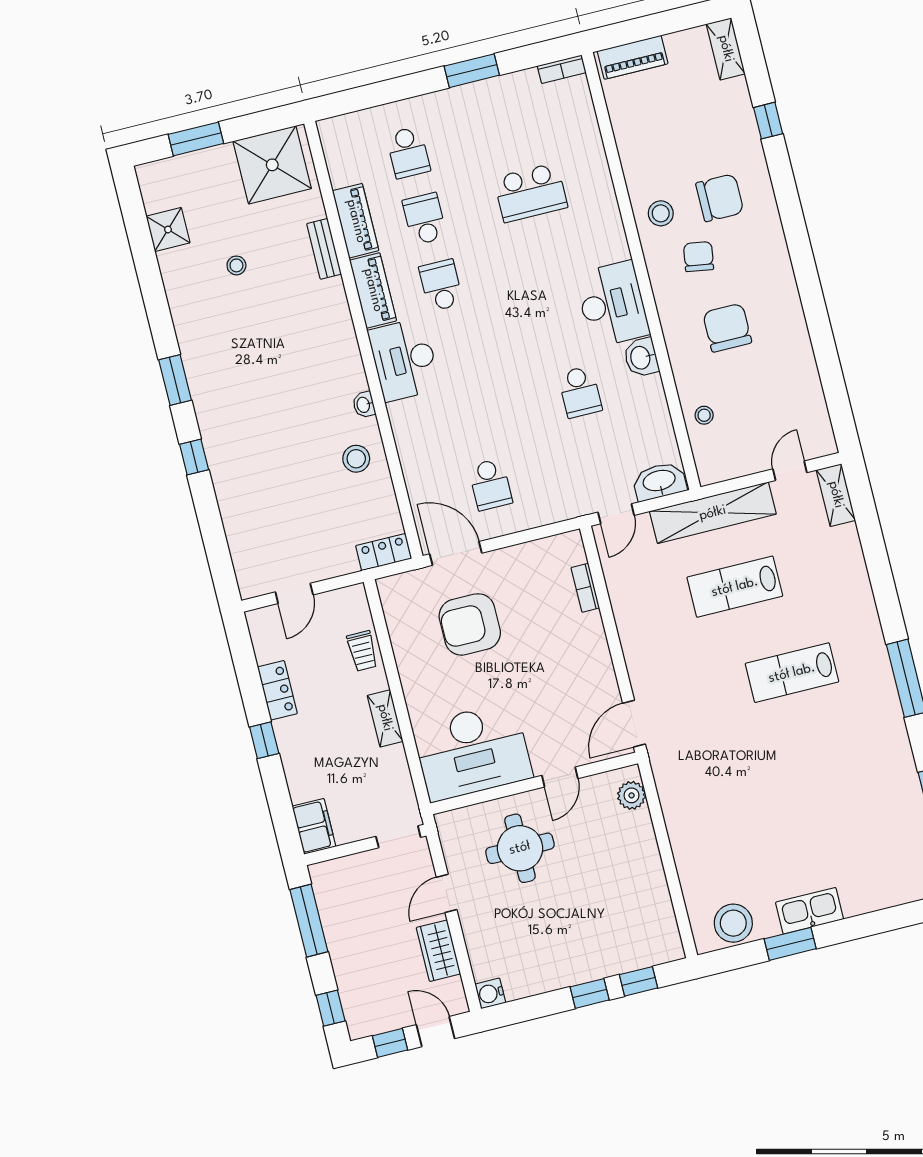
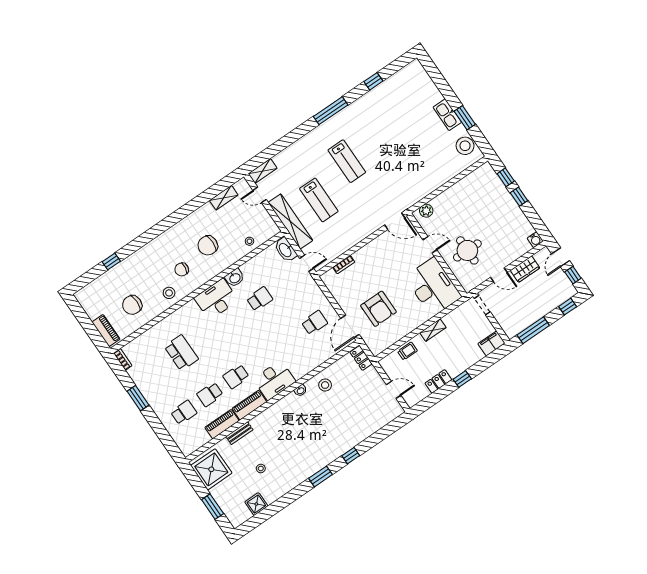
shelving: (726, 49) -> (224, 198), moved
chair: (720, 198) -> (132, 305), moved, turned -90

